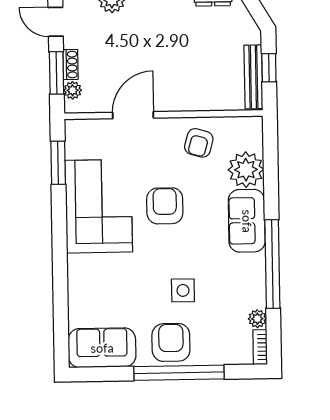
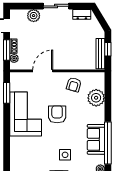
sofa: (247, 221) -> (96, 139), moved

